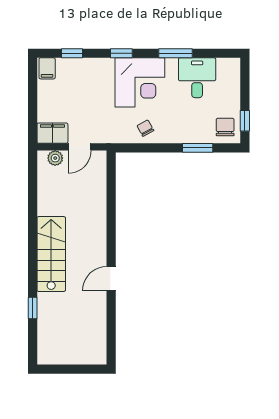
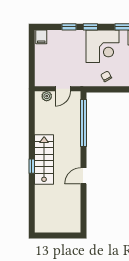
window: (72, 53) -> (69, 27), moved
filing cabinet: (52, 133) -> (45, 80), removed
window: (111, 199) -> (84, 123), added
window: (33, 308) -> (32, 166), moved

